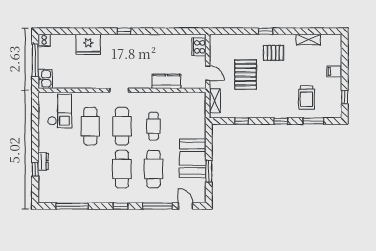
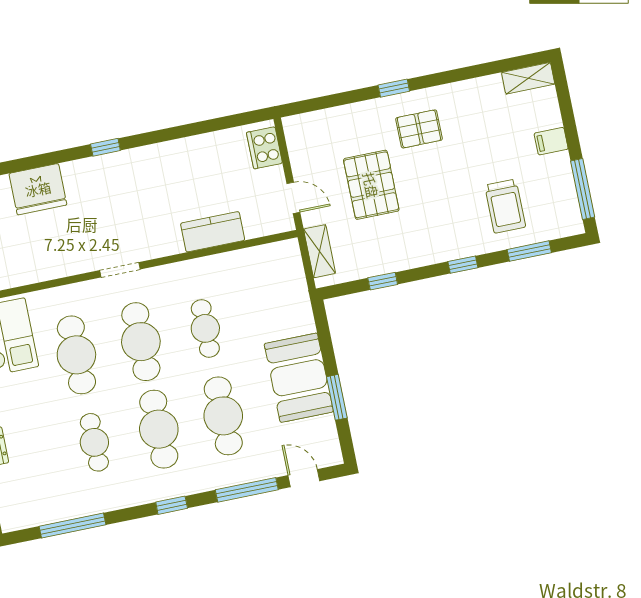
shelving: (308, 40) -> (528, 78), moved
window: (345, 97) -> (583, 189), width x2.17
cafe table: (90, 169) -> (94, 442), added

